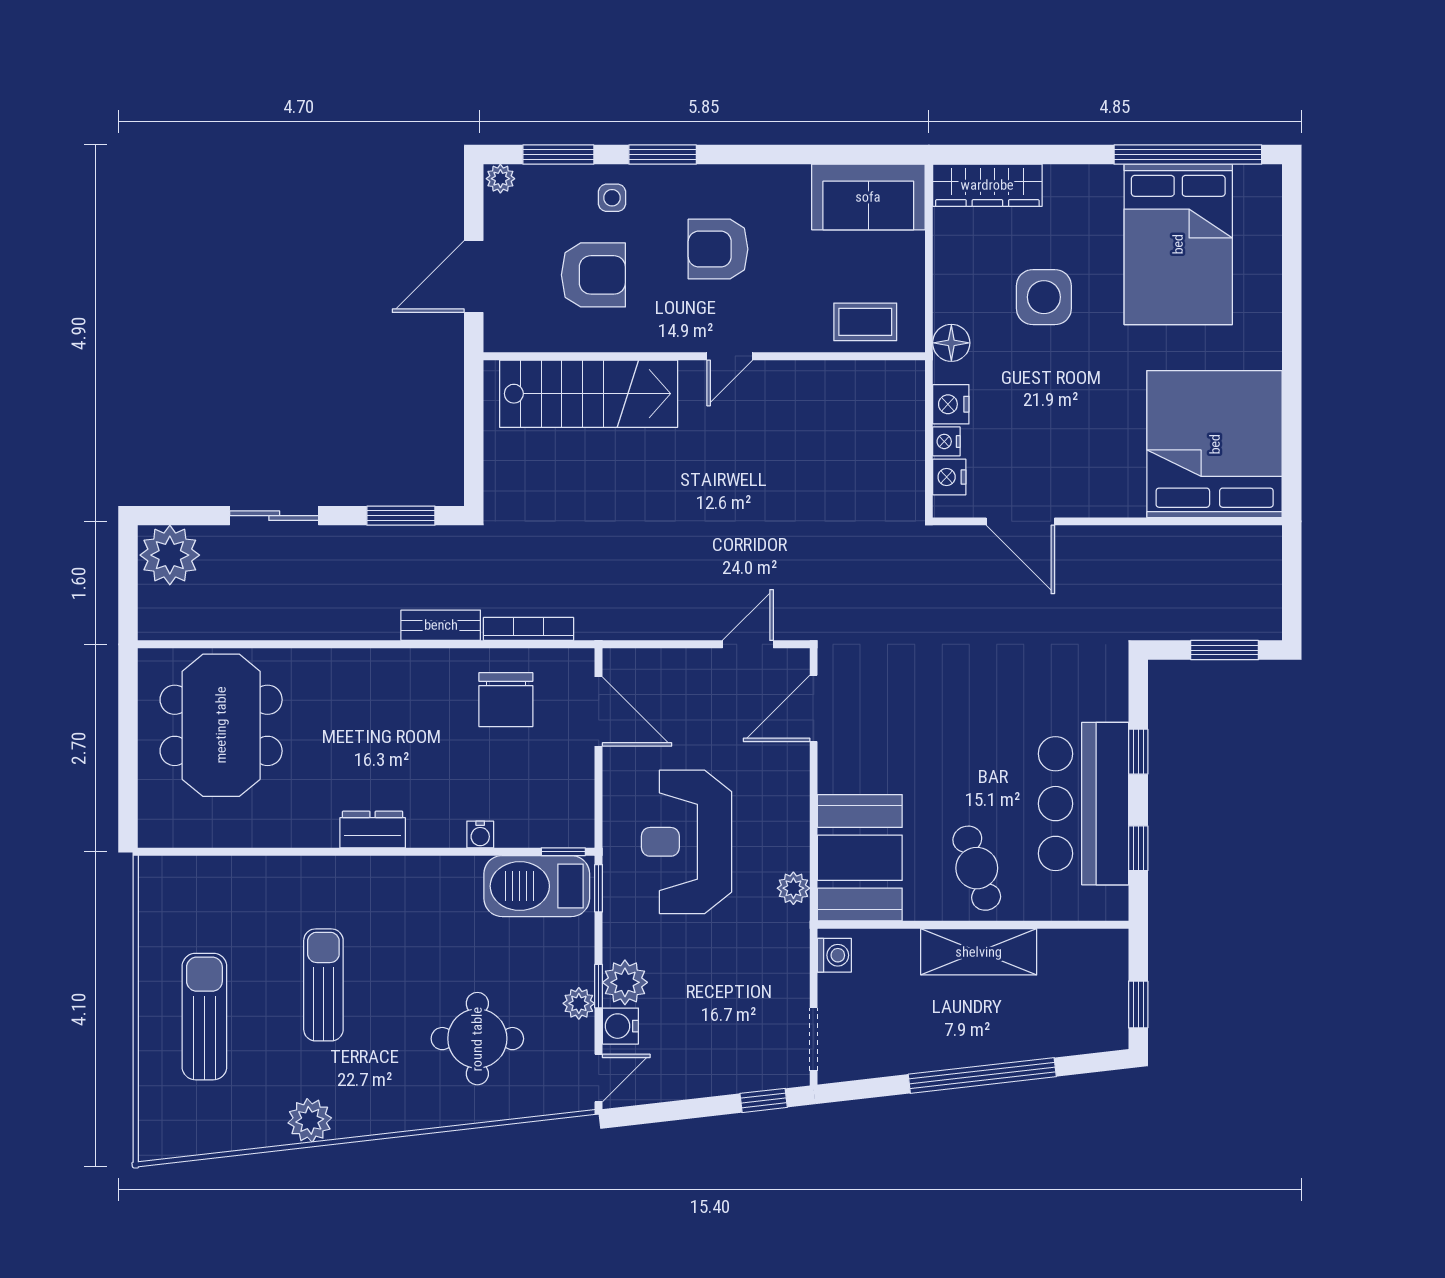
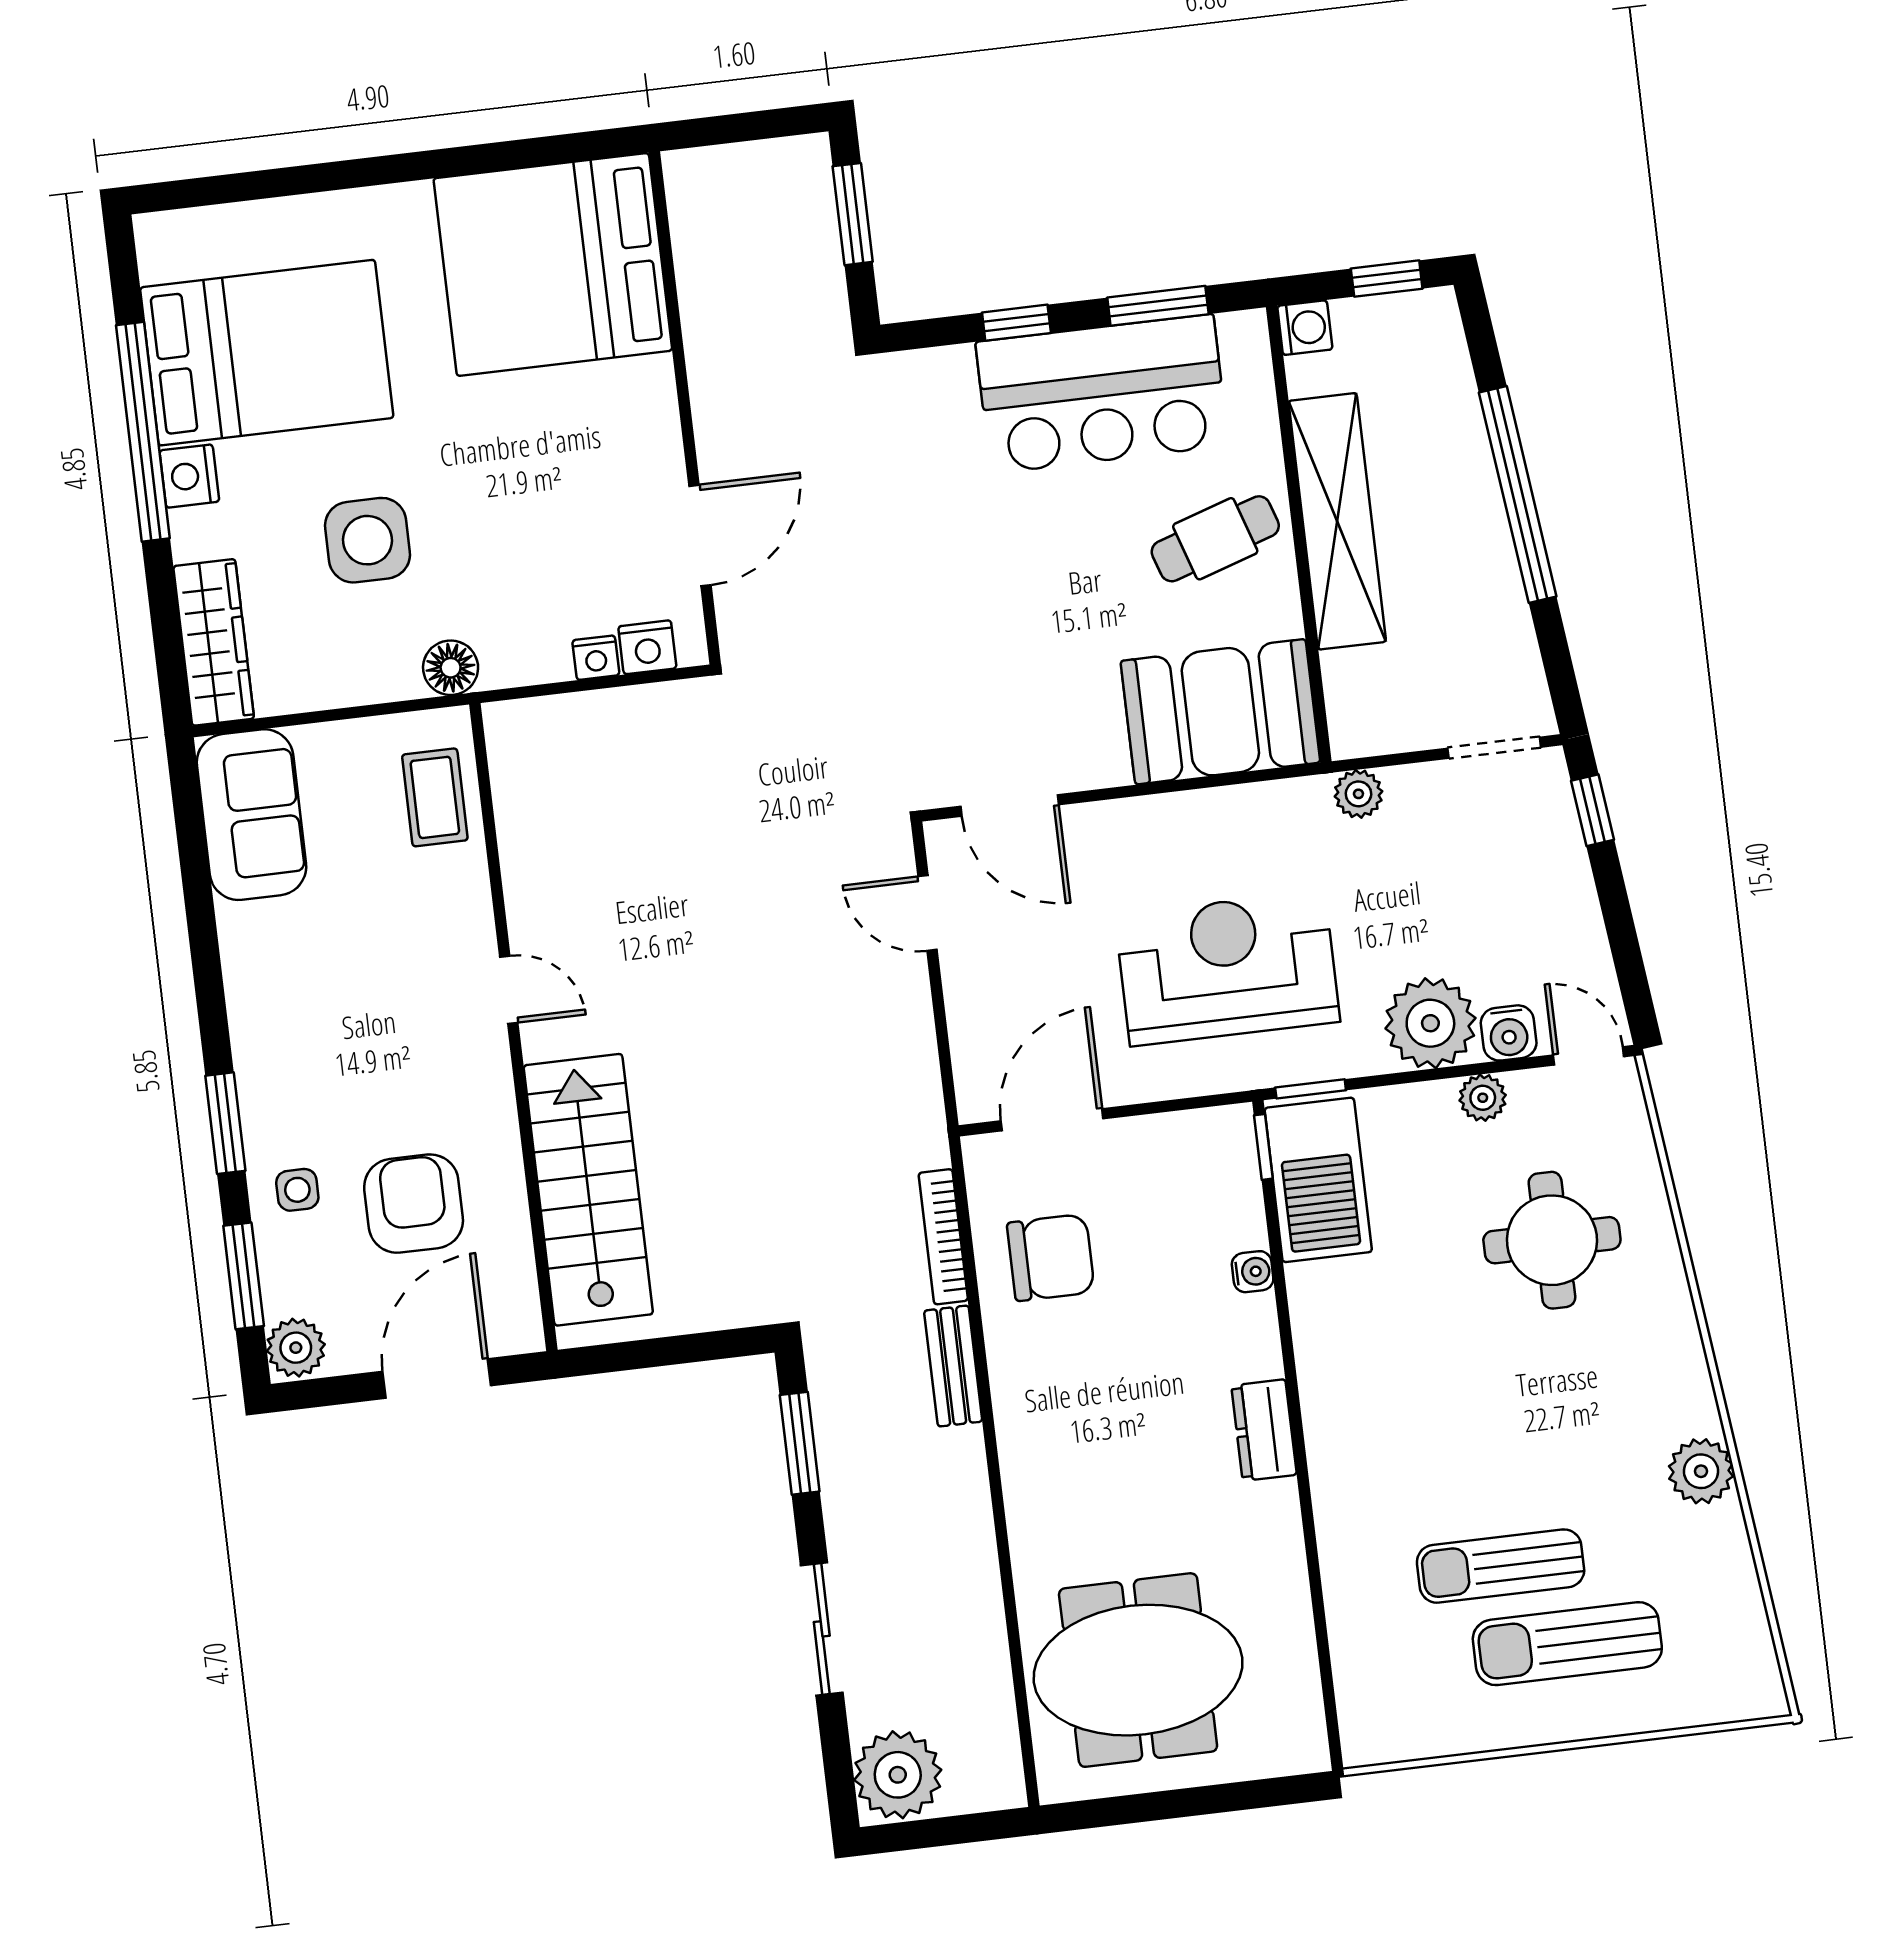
window: (1188, 155) -> (143, 432), moved
plant: (500, 179) -> (296, 1348), width x1.38, depth x1.38
armchair: (718, 249) -> (354, 1026), removed
door: (474, 276) -> (437, 1379), swing flipped
nightstand: (951, 404) -> (189, 476), moved, turned 90
reception desk: (687, 842) -> (1227, 968), turned 180
window: (1138, 848) -> (1158, 306), width x1.50
plant: (793, 888) -> (1358, 794), moved
shelving: (979, 952) -> (1337, 521), width x1.47
washing machine: (834, 955) -> (1305, 328), moved, turned 90
plant: (625, 982) -> (1430, 1023), width x1.36, depth x1.36
sun lounger: (323, 985) -> (1501, 1566), moved
window: (599, 986) -> (1454, 1072), removed

